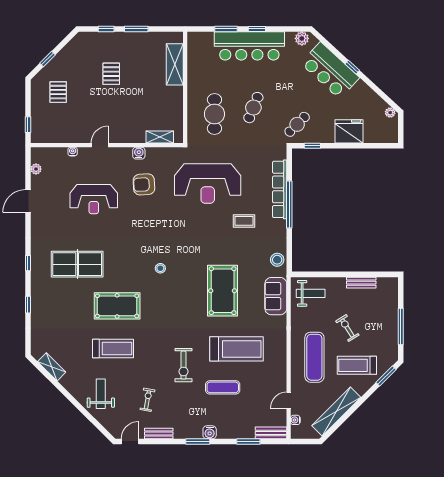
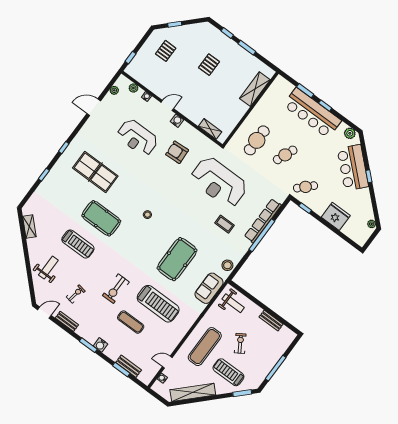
plant: (53, 153) -> (133, 88), added
water cooler: (139, 153) -> (177, 121), moved
bench: (271, 433) -> (129, 366), moved

